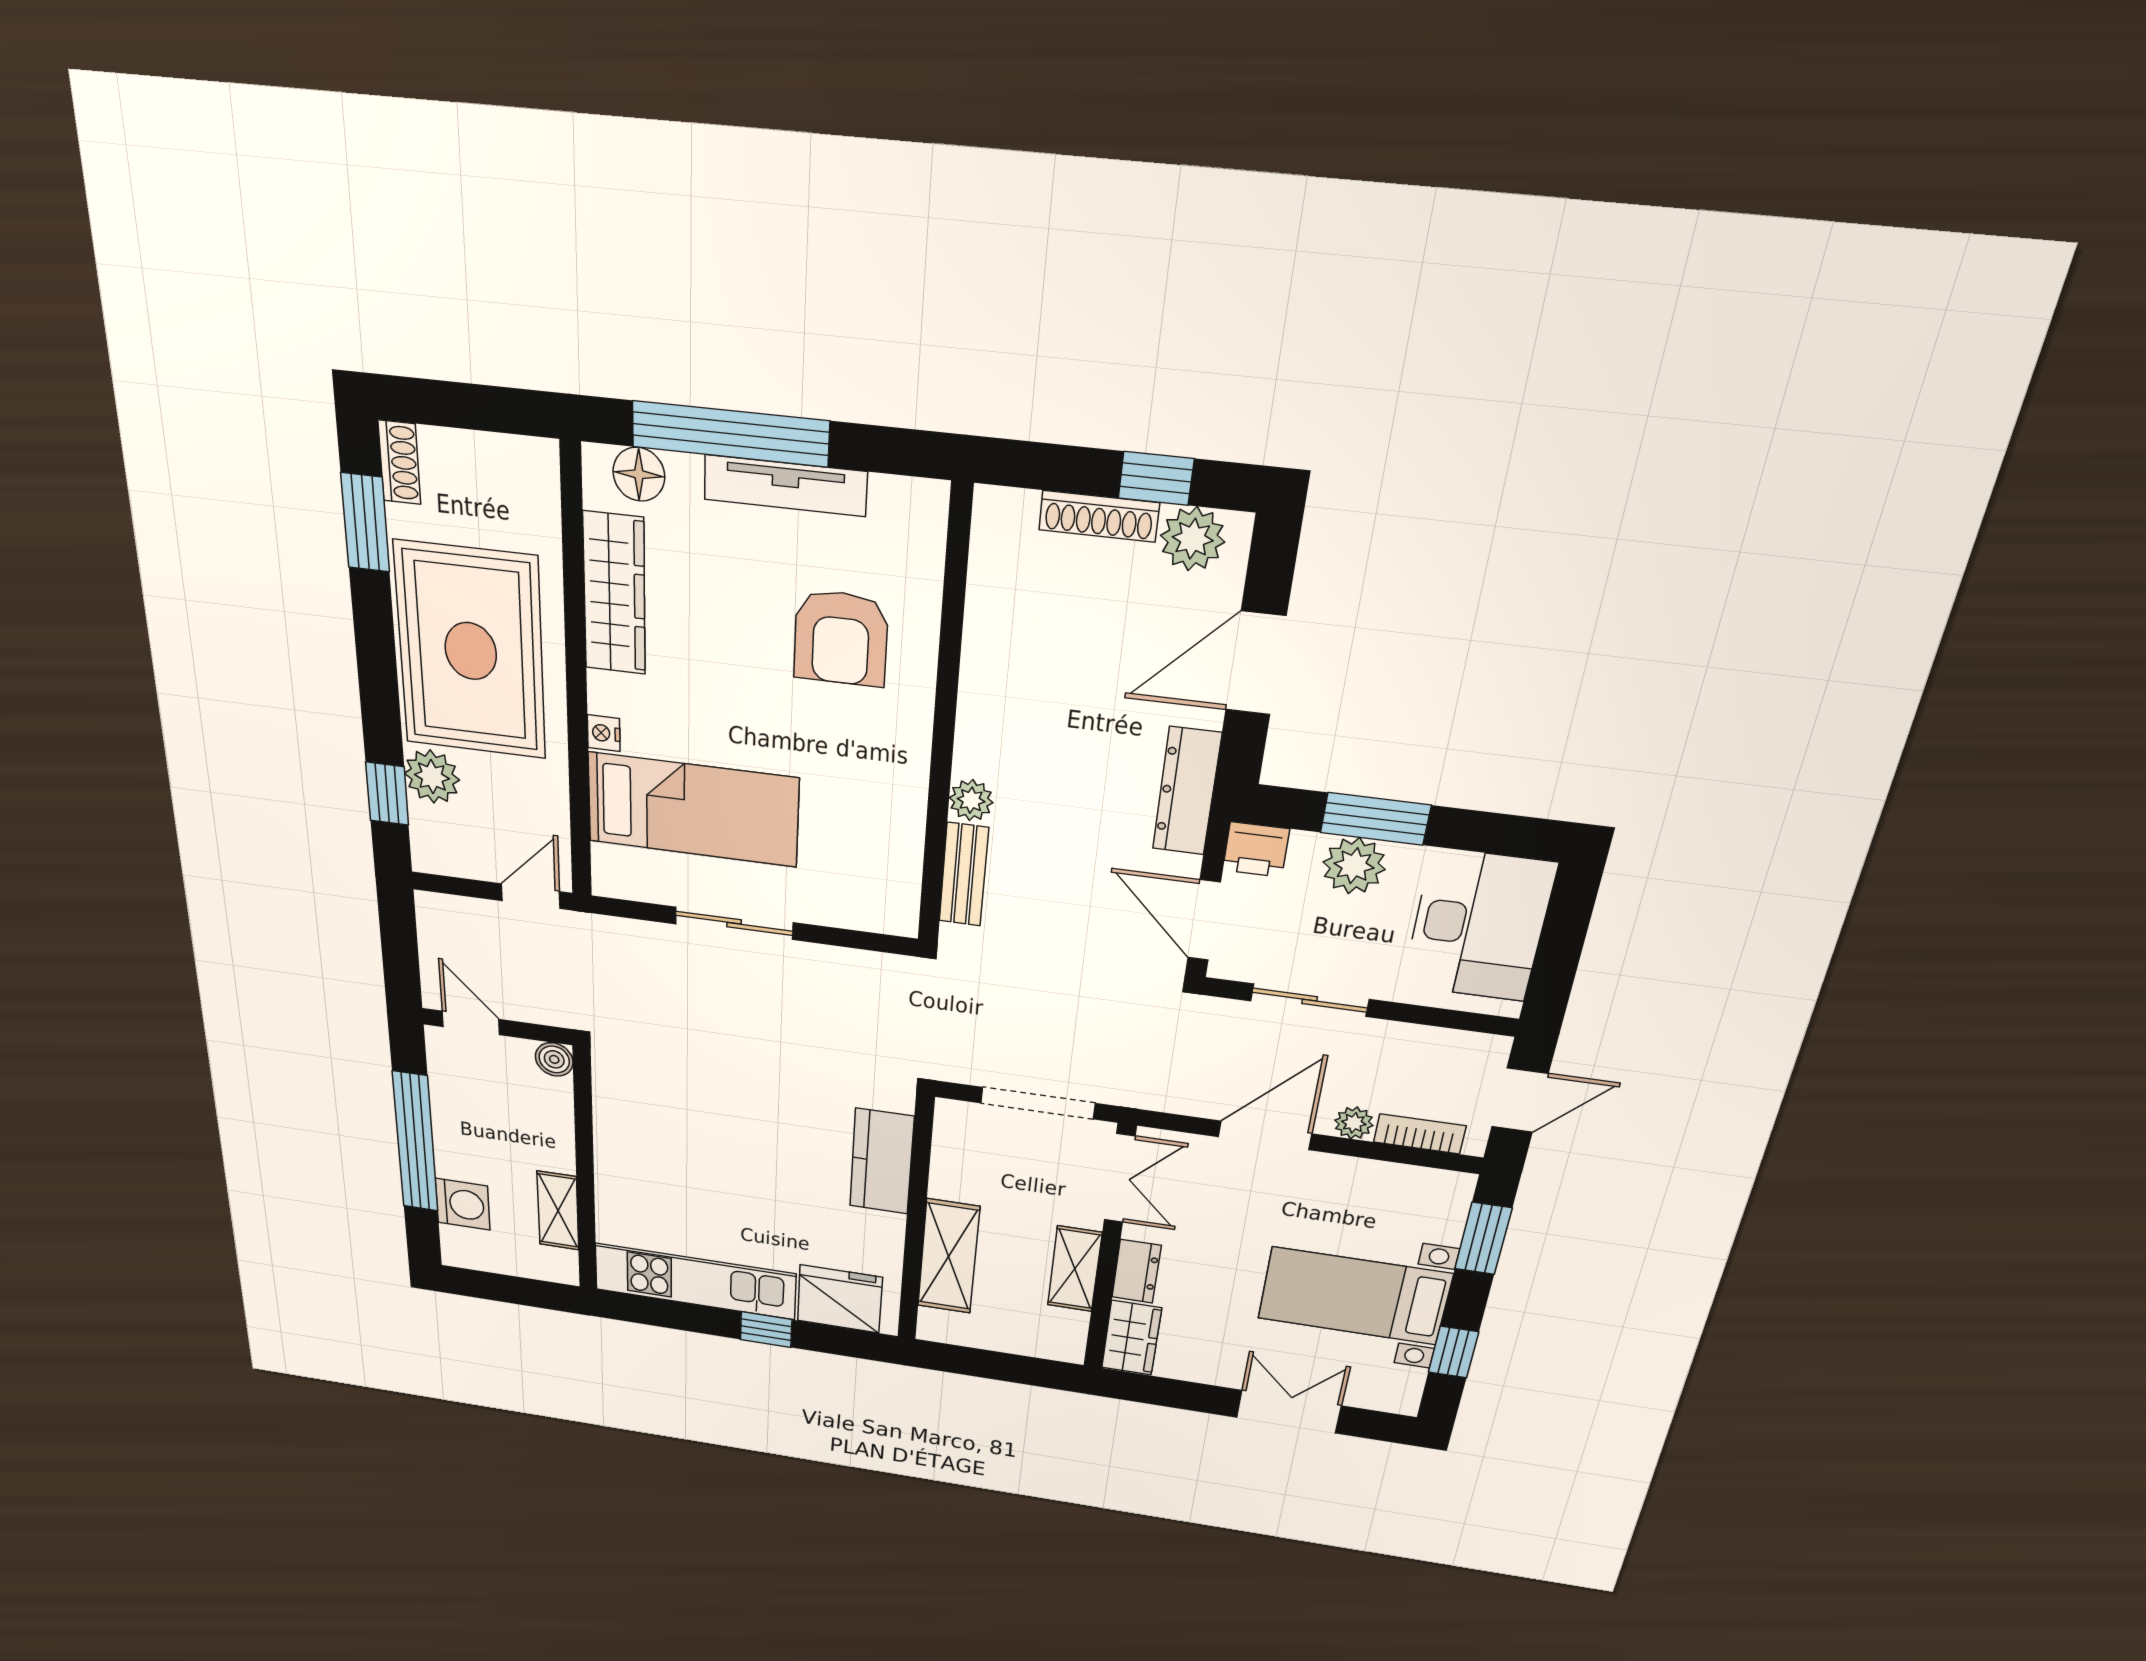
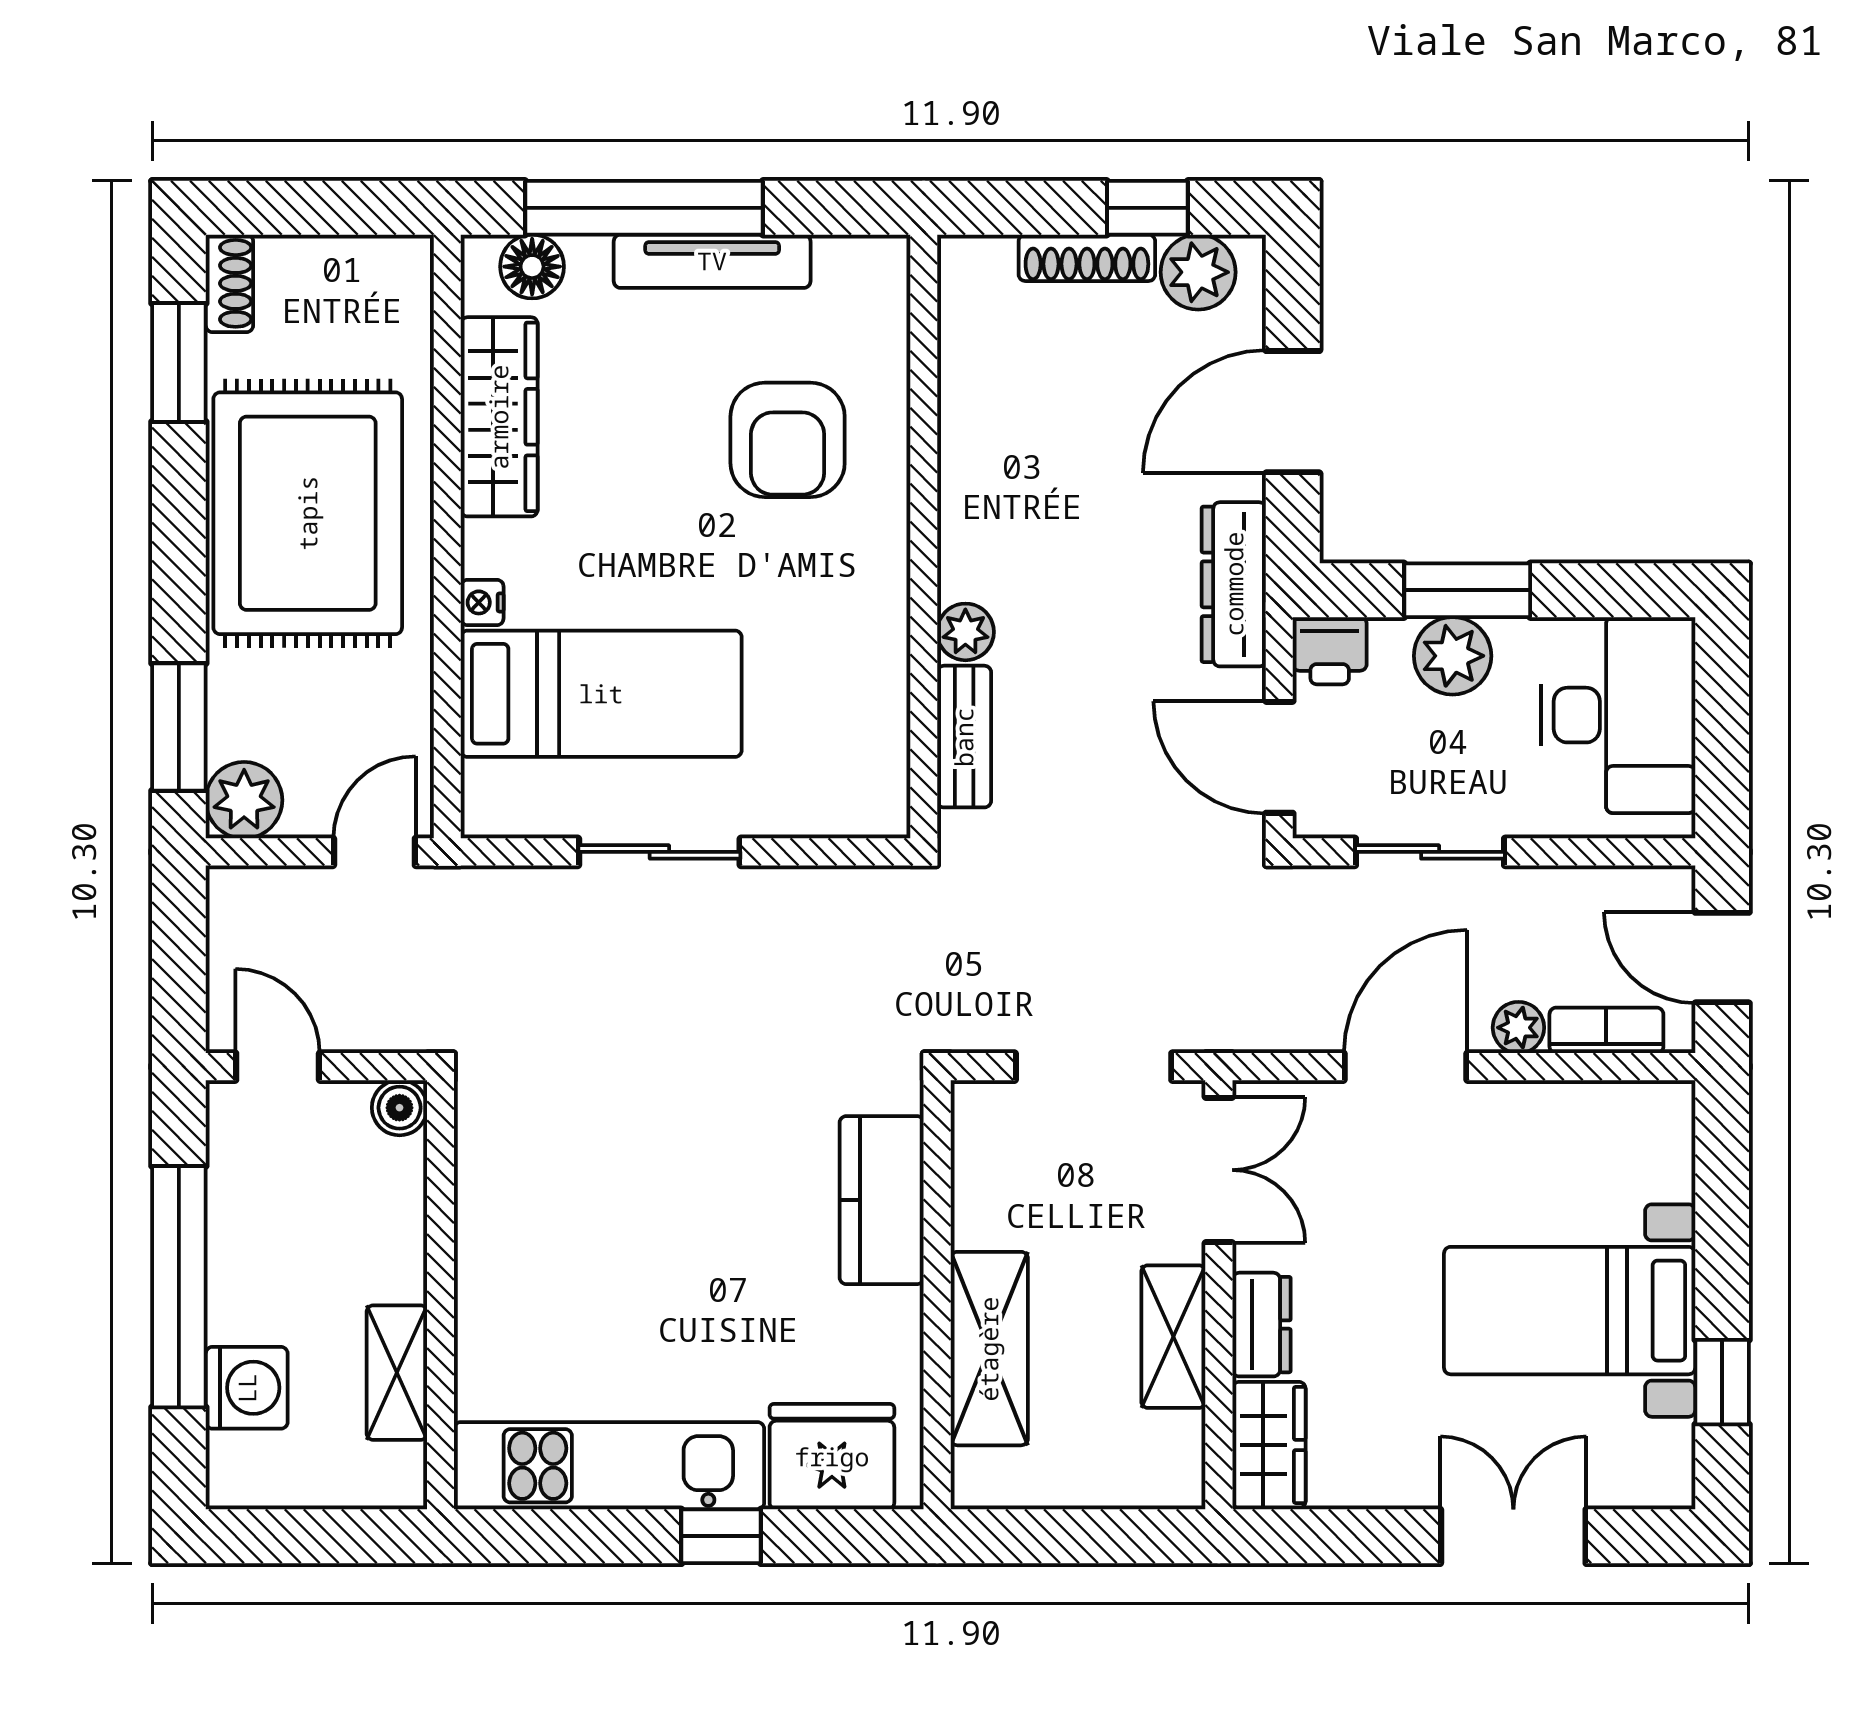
plant: (432, 777) -> (244, 800), moved
window: (387, 794) -> (179, 727), width x1.50
door: (1520, 1100) -> (1722, 958), swing flipped
window: (1483, 1239) -> (1722, 1182), removed

